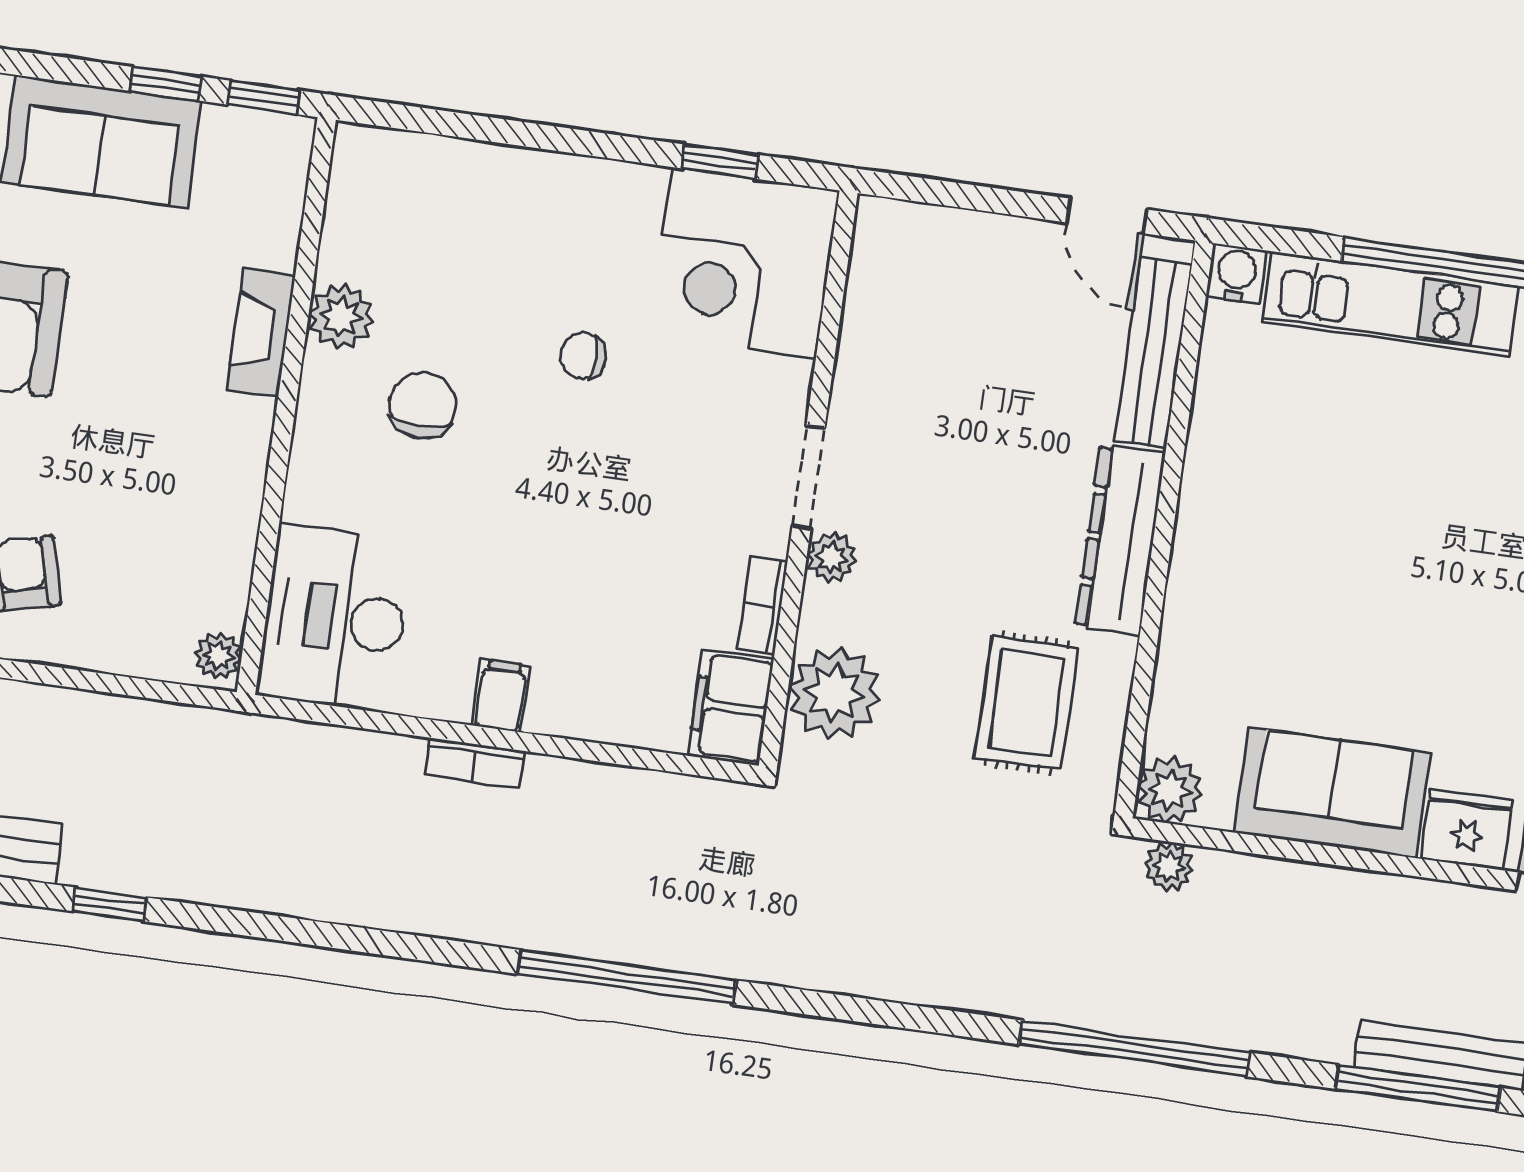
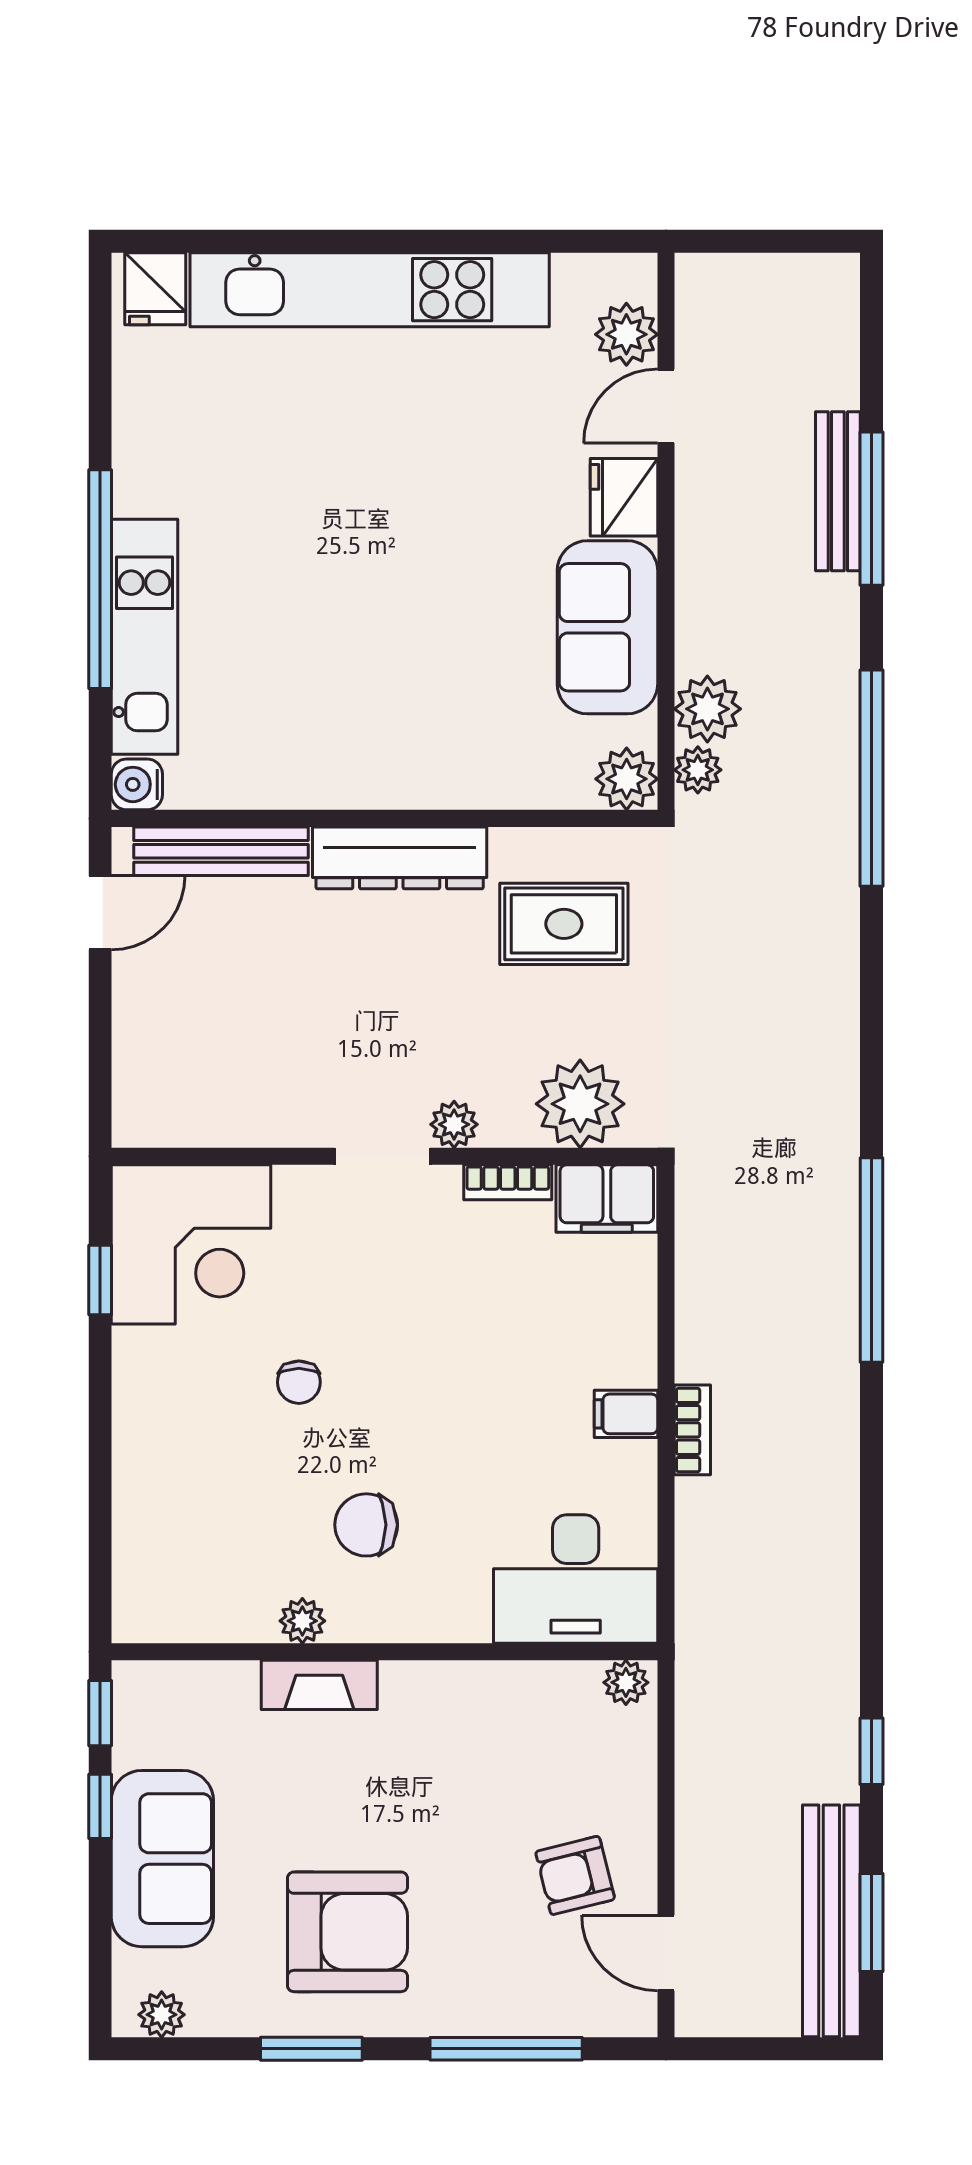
plant: (341, 317) -> (302, 1621), width x0.73, depth x0.73
plant: (1231, 886) -> (707, 709), added

